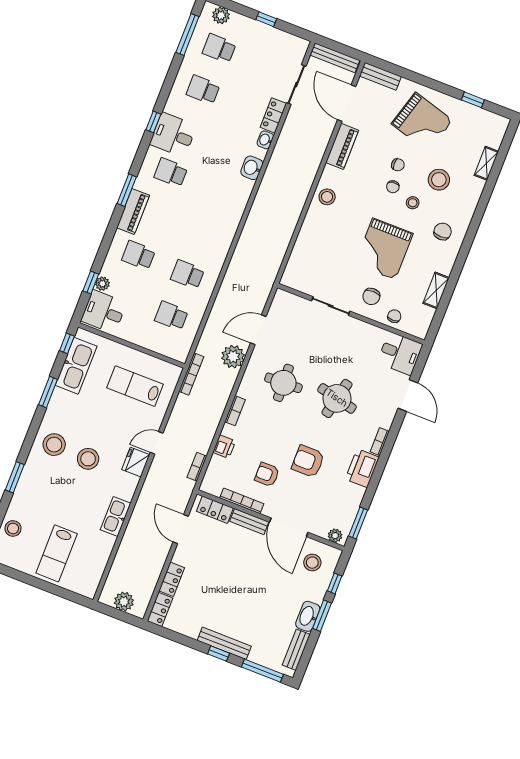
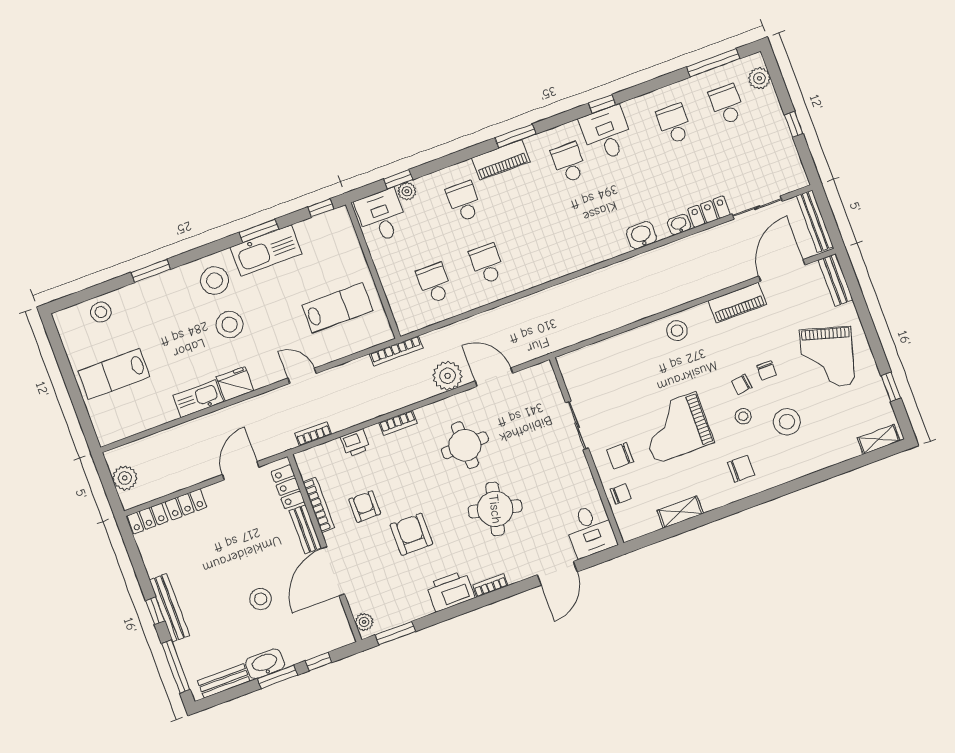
shelving: (486, 163) -> (879, 439), moved
kitchen sink: (76, 366) -> (266, 251), moved
lab bench: (135, 386) -> (337, 308), turned 90
fridge: (136, 462) -> (235, 384), moved
stool: (312, 563) -> (261, 599), moved

